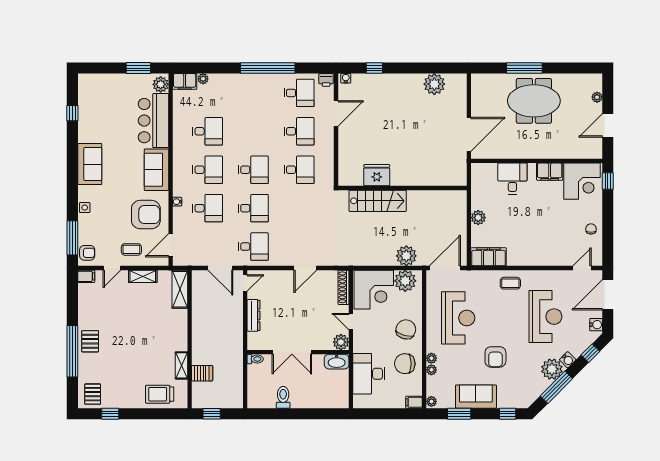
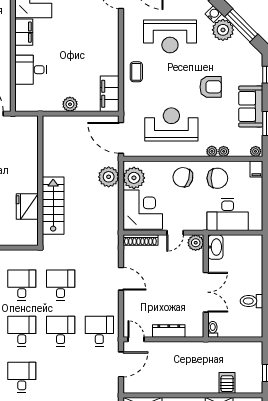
desk: (208, 208) -> (61, 285), moved
reception desk: (545, 317) -> (170, 36), turned 180
chair: (405, 364) -> (217, 178), turned -90

